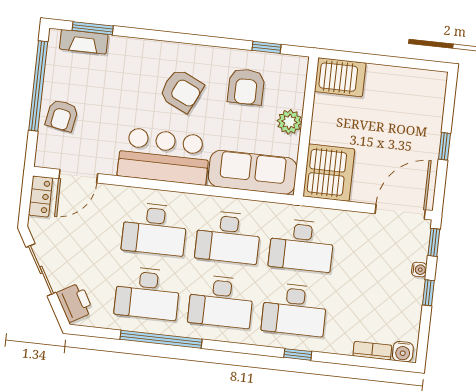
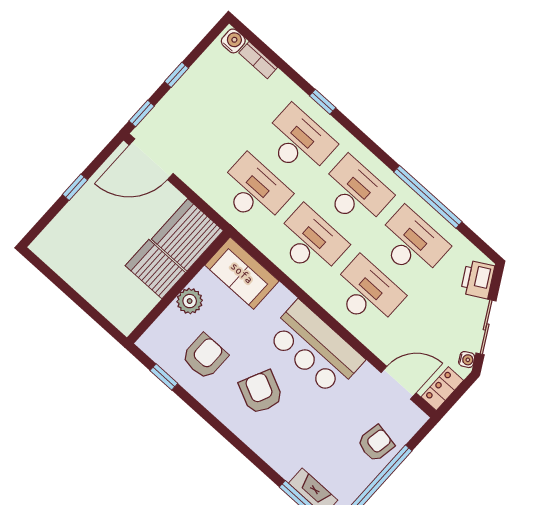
server rack: (340, 77) -> (155, 269), moved
sofa: (253, 172) -> (242, 273), width x0.73
water cooler: (419, 270) -> (467, 360), moved, turned 150

